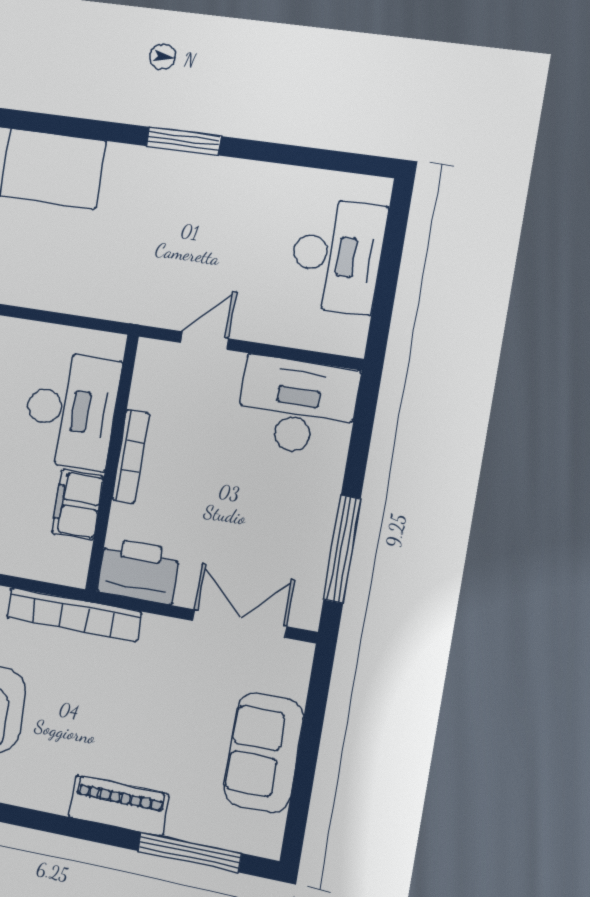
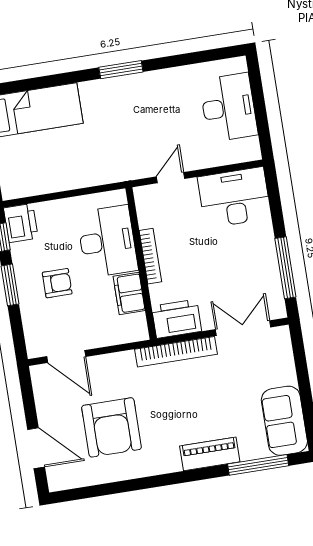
bookcase: (74, 615) -> (176, 352), moved
sofa: (263, 753) -> (284, 421), moved

